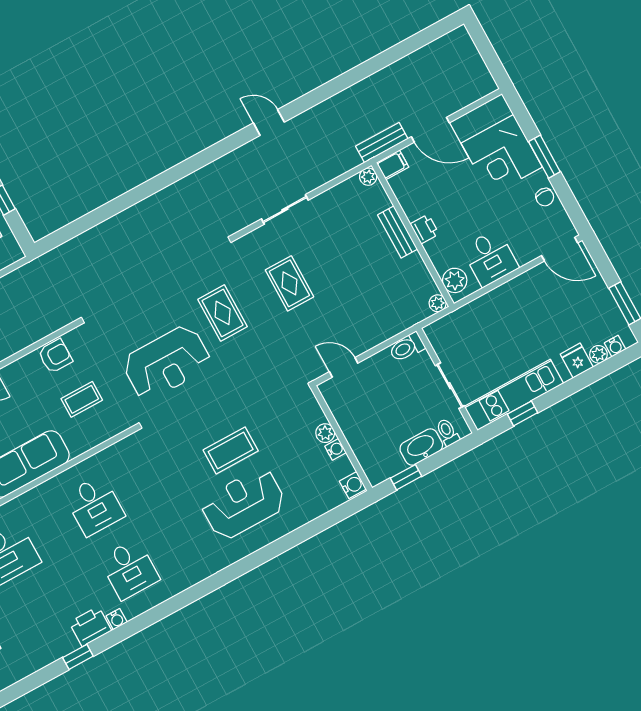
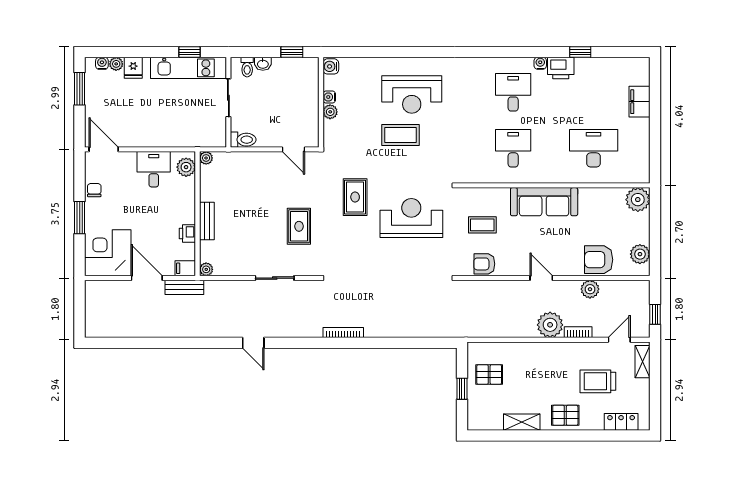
corner desk: (502, 155) -> (108, 253), moved, turned -90
bookcase: (173, 190) -> (343, 333), added
printer: (425, 229) -> (187, 233), moved
rug: (223, 313) -> (355, 197), moved
washbasin: (421, 447) -> (263, 64), width x0.52, depth x0.69

